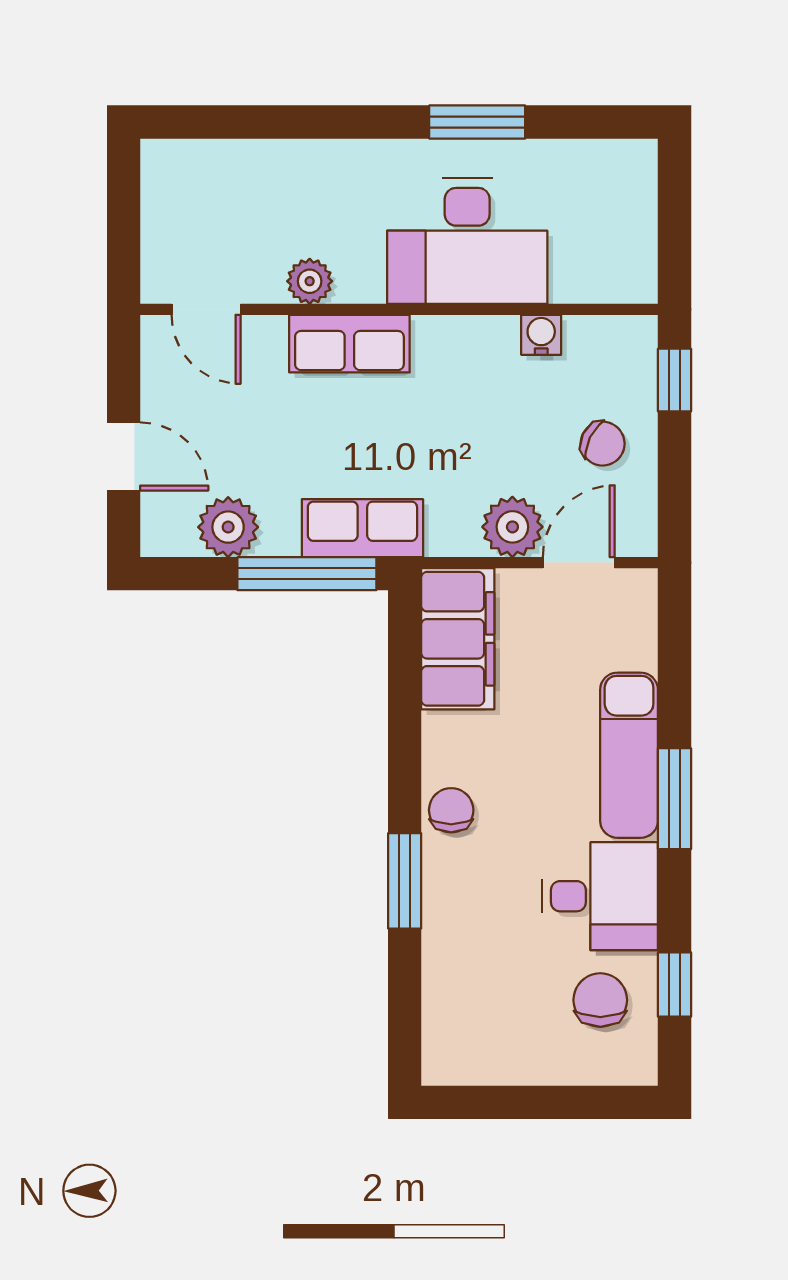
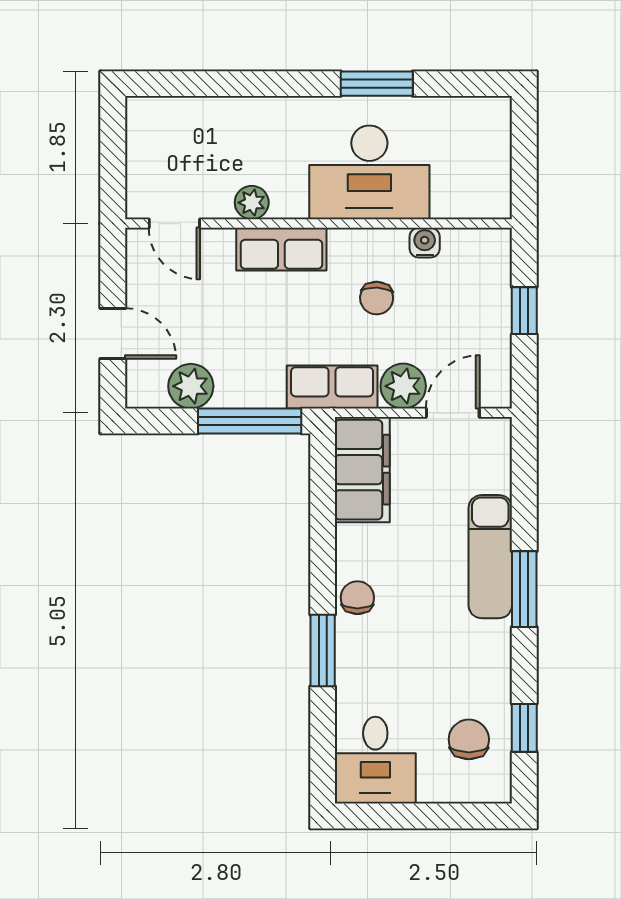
window: (674, 380) -> (524, 311), moved
chair: (603, 444) -> (377, 298), moved, turned 67
row of seats: (362, 528) -> (332, 387), moved
desk: (600, 896) -> (375, 760), moved, turned 90

